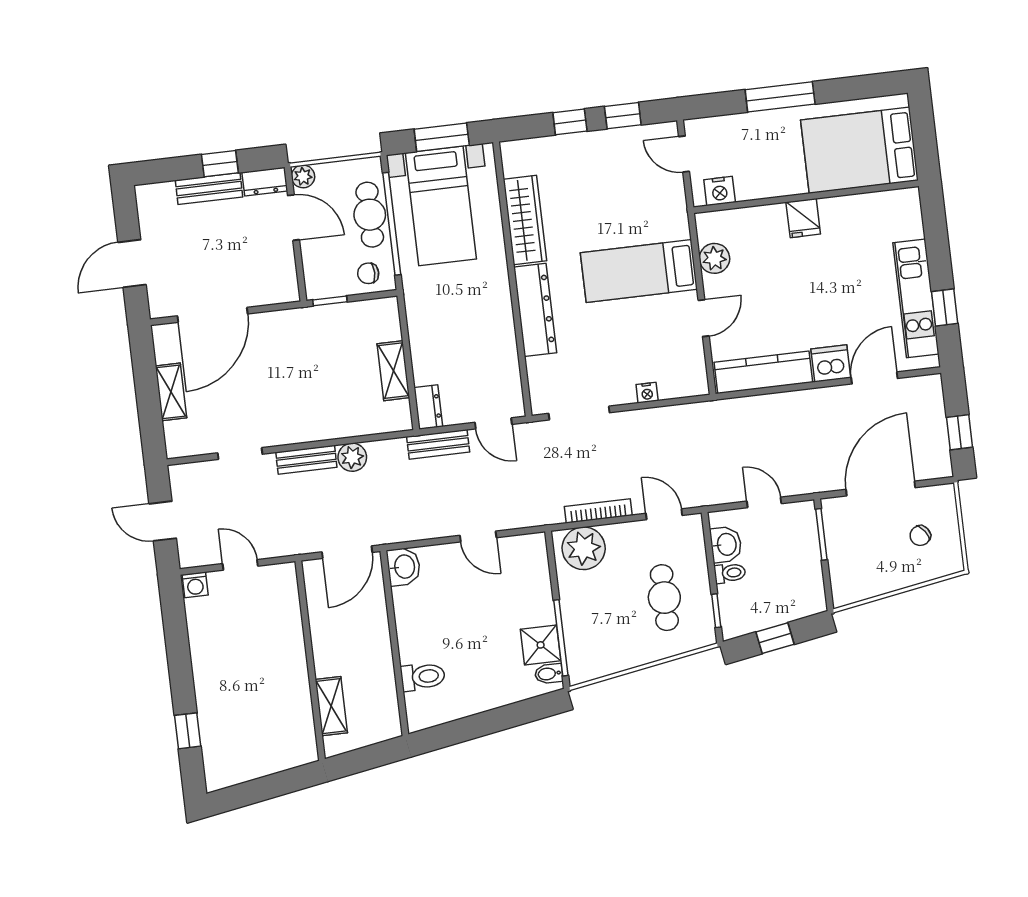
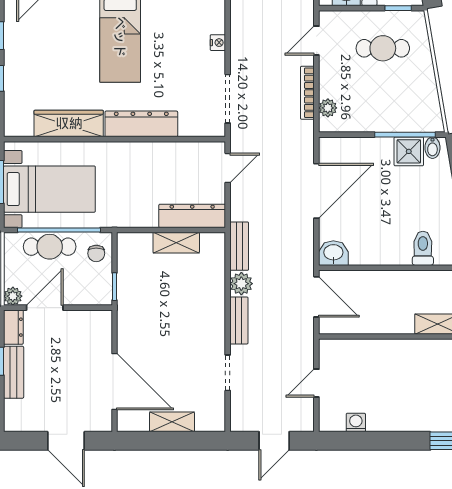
dresser: (428, 407) -> (192, 216), width x1.96, depth x1.24
bench: (438, 444) -> (239, 246), moved
door: (478, 537) -> (316, 191), width x1.88
plant: (584, 548) -> (328, 108), width x0.53, depth x0.53
washing machine: (195, 585) -> (356, 422), moved, turned -90

